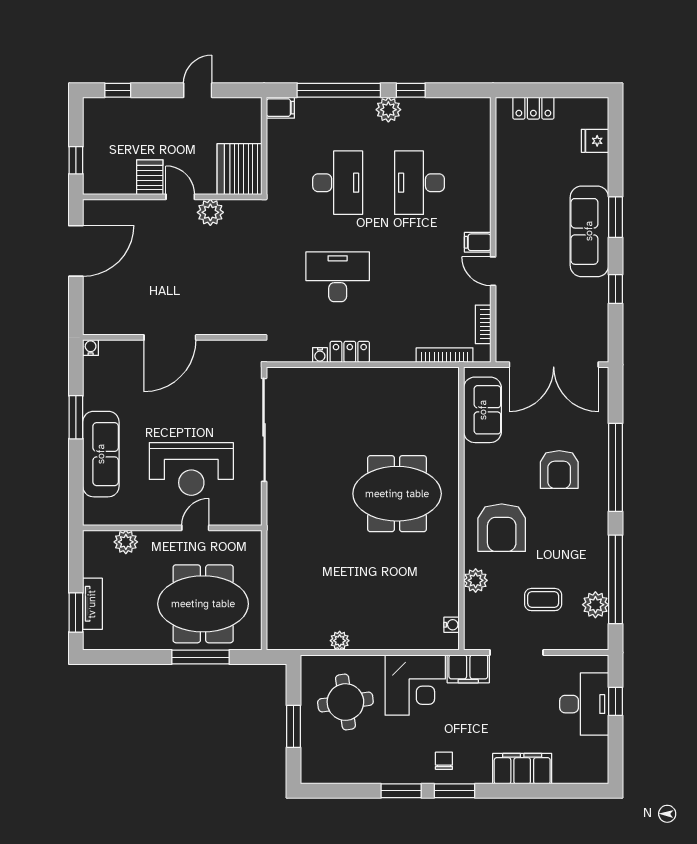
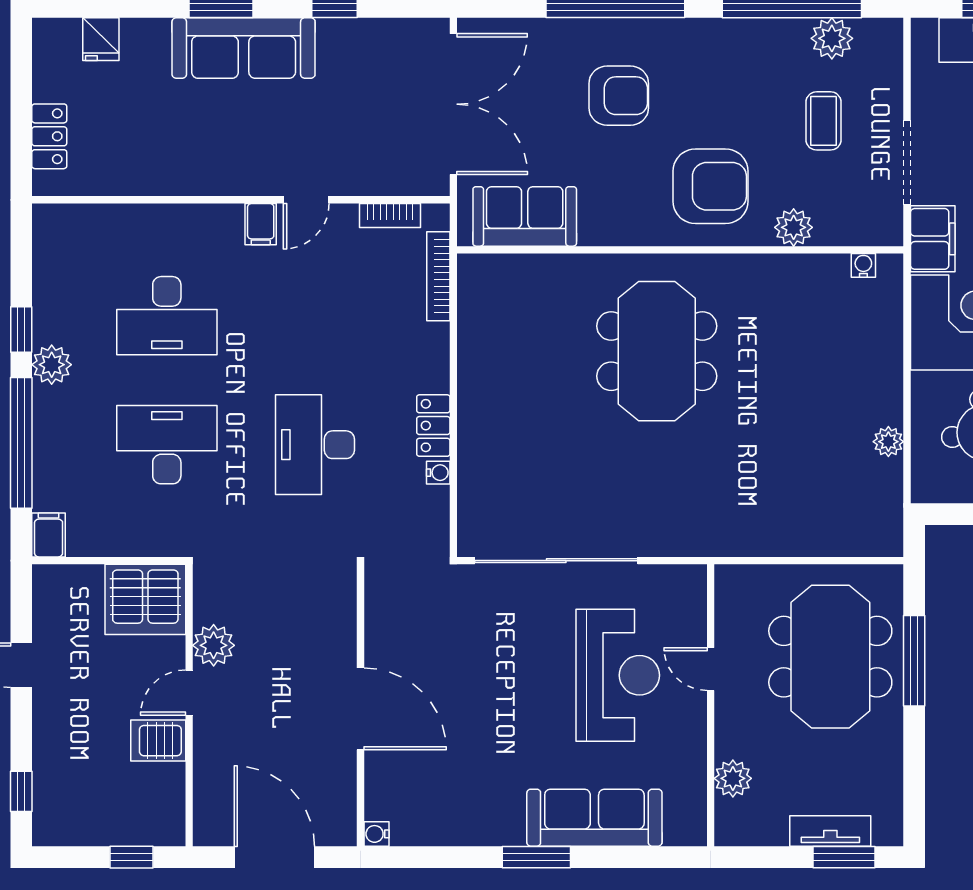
door: (170, 337) -> (361, 709), moved
wall: (172, 337) -> (361, 705), moved
water cooler: (91, 348) -> (377, 834), moved

